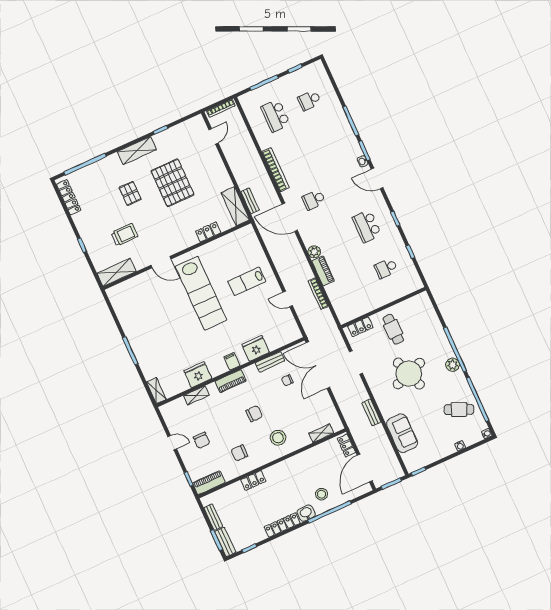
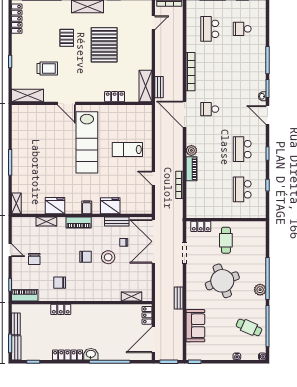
school desk: (386, 268) -> (242, 189), width x1.85
stool: (278, 438) -> (108, 257), moved
stool: (322, 494) -> (110, 345), removed

